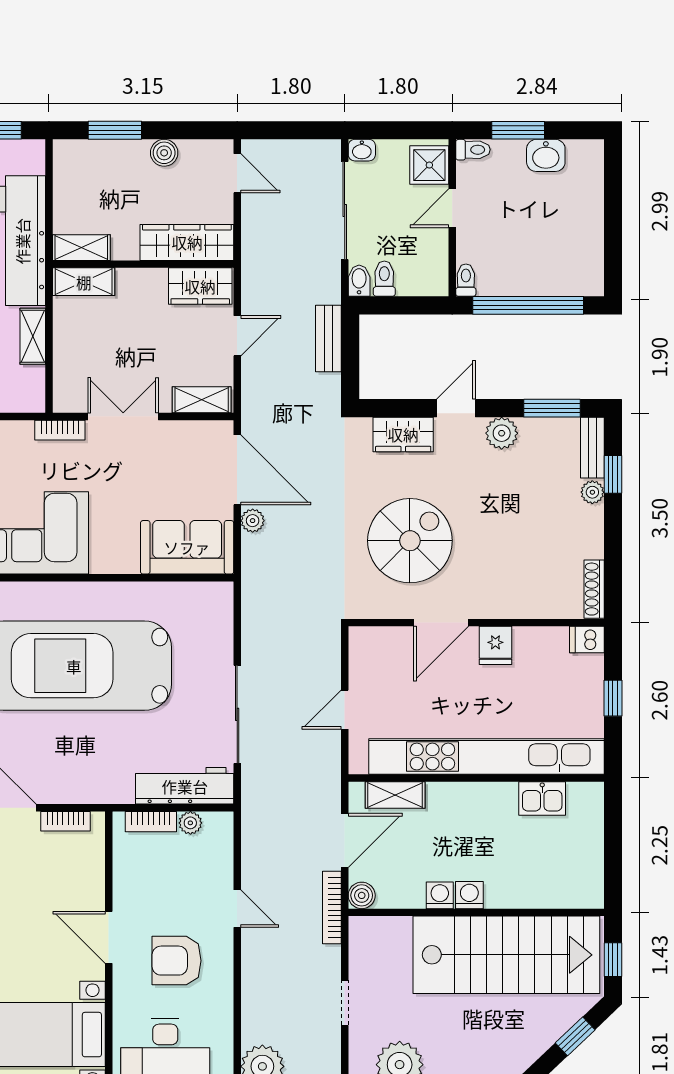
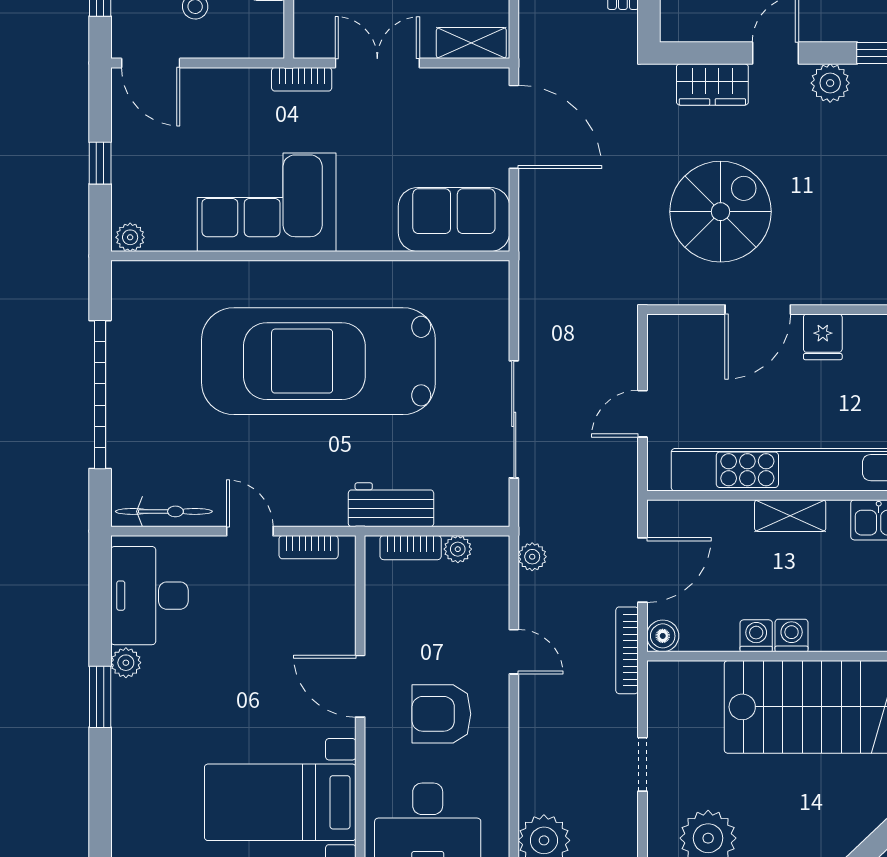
plant: (253, 521) -> (532, 557), moved
workbench: (185, 786) -> (391, 505), moved, width x0.73
shelving: (395, 795) -> (790, 516), moved

